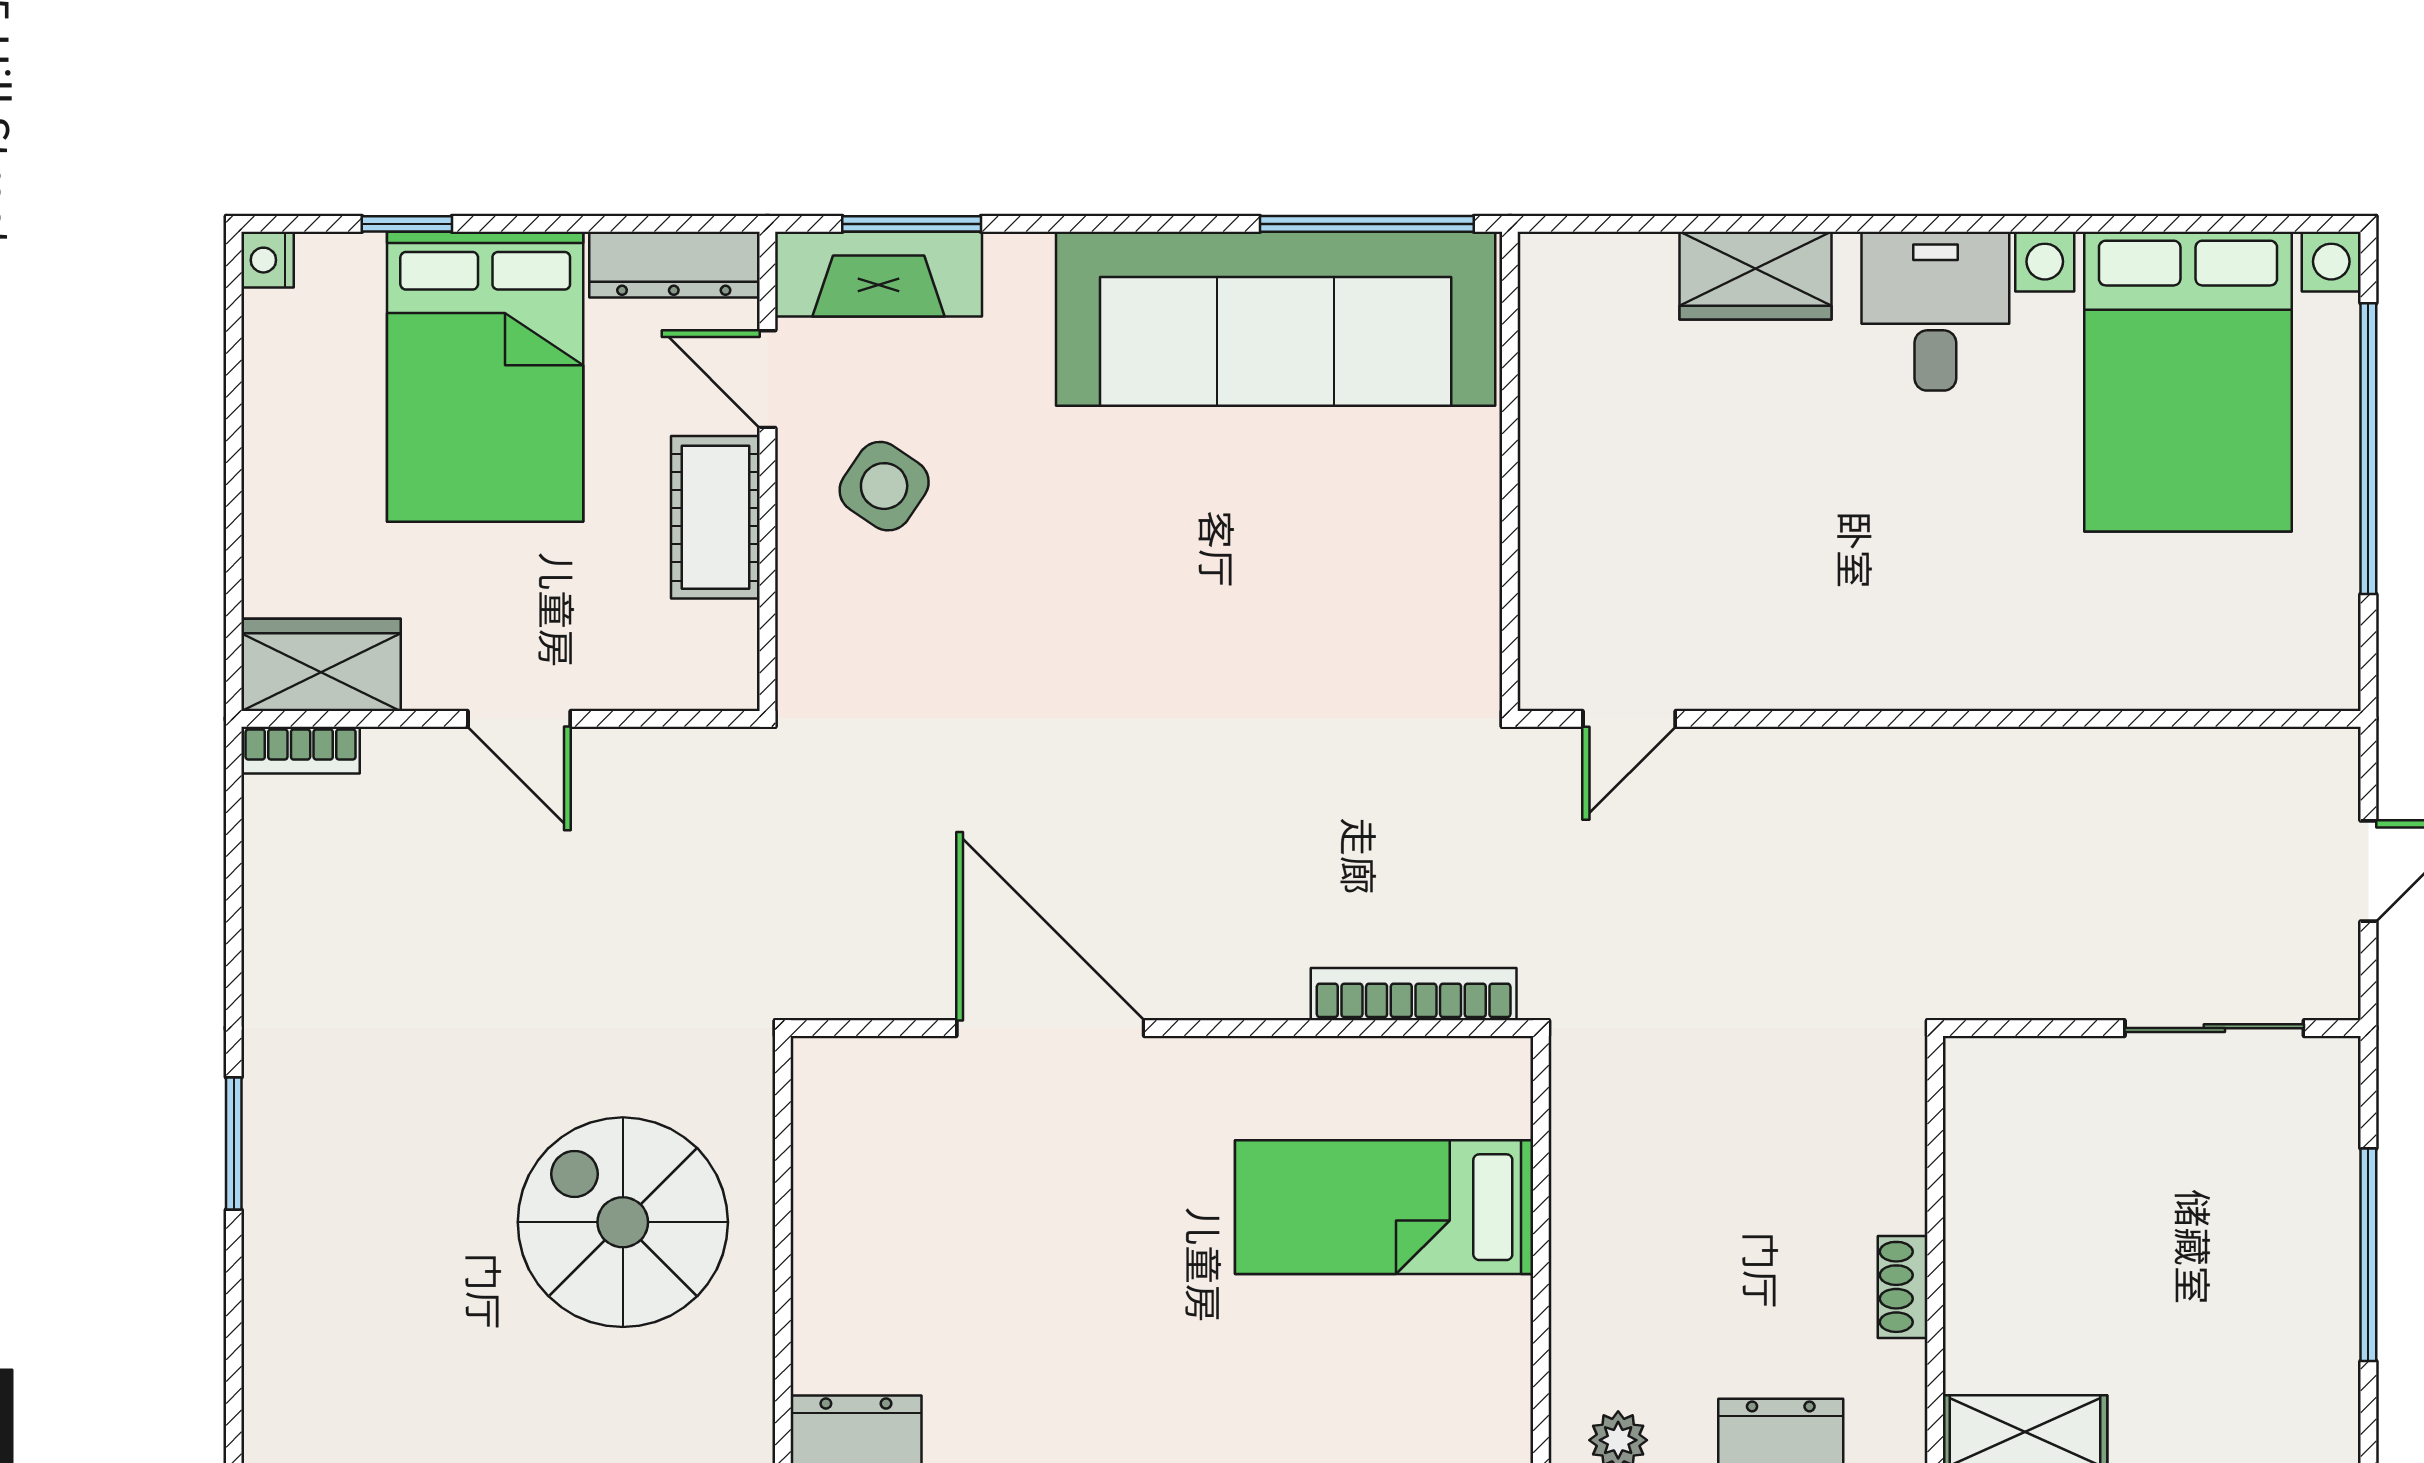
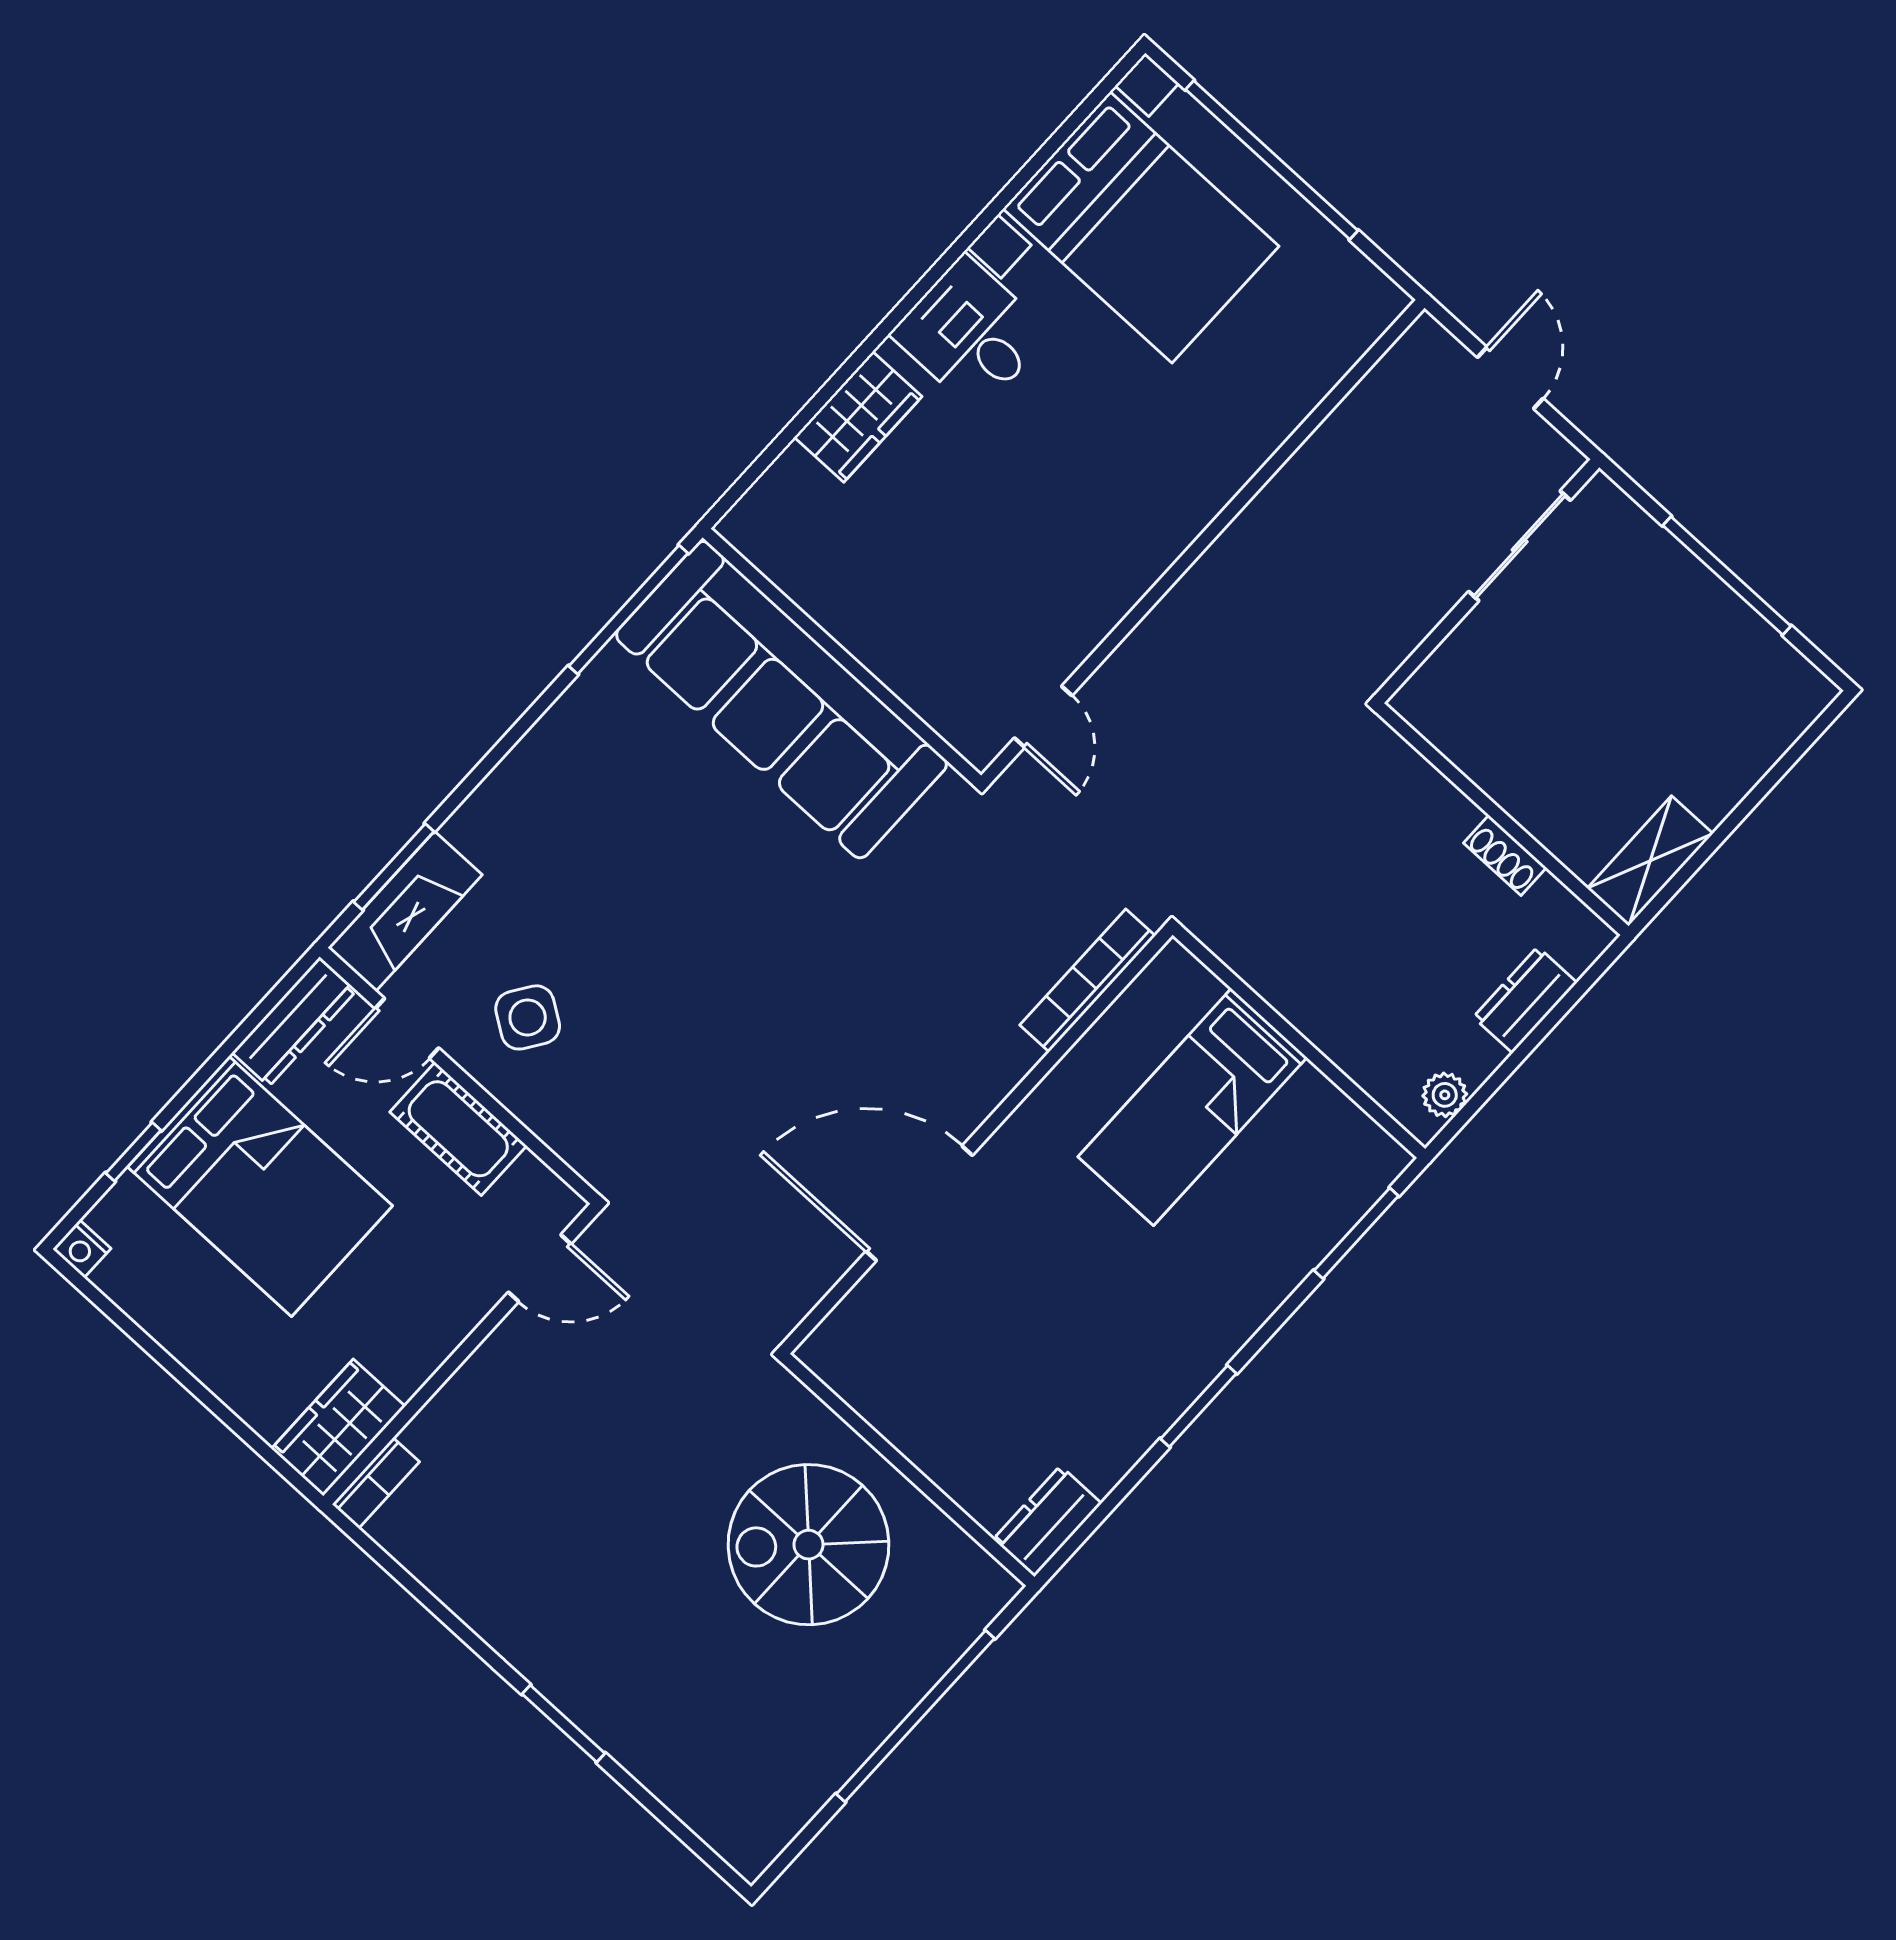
sofa: (1276, 319) -> (781, 700), moved, turned 90
door: (519, 719) -> (540, 1268), moved

